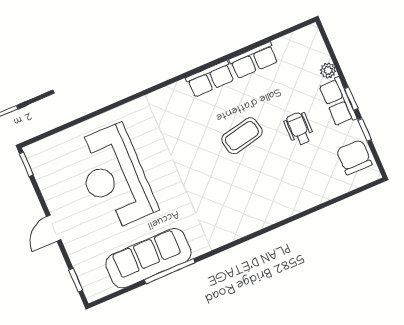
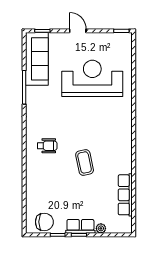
row of seats: (254, 60) -> (125, 195), width x1.48
row of seats: (210, 79) -> (125, 158), removed
wheelchair: (299, 129) -> (47, 146), moved
sofa: (148, 258) -> (37, 59), moved

